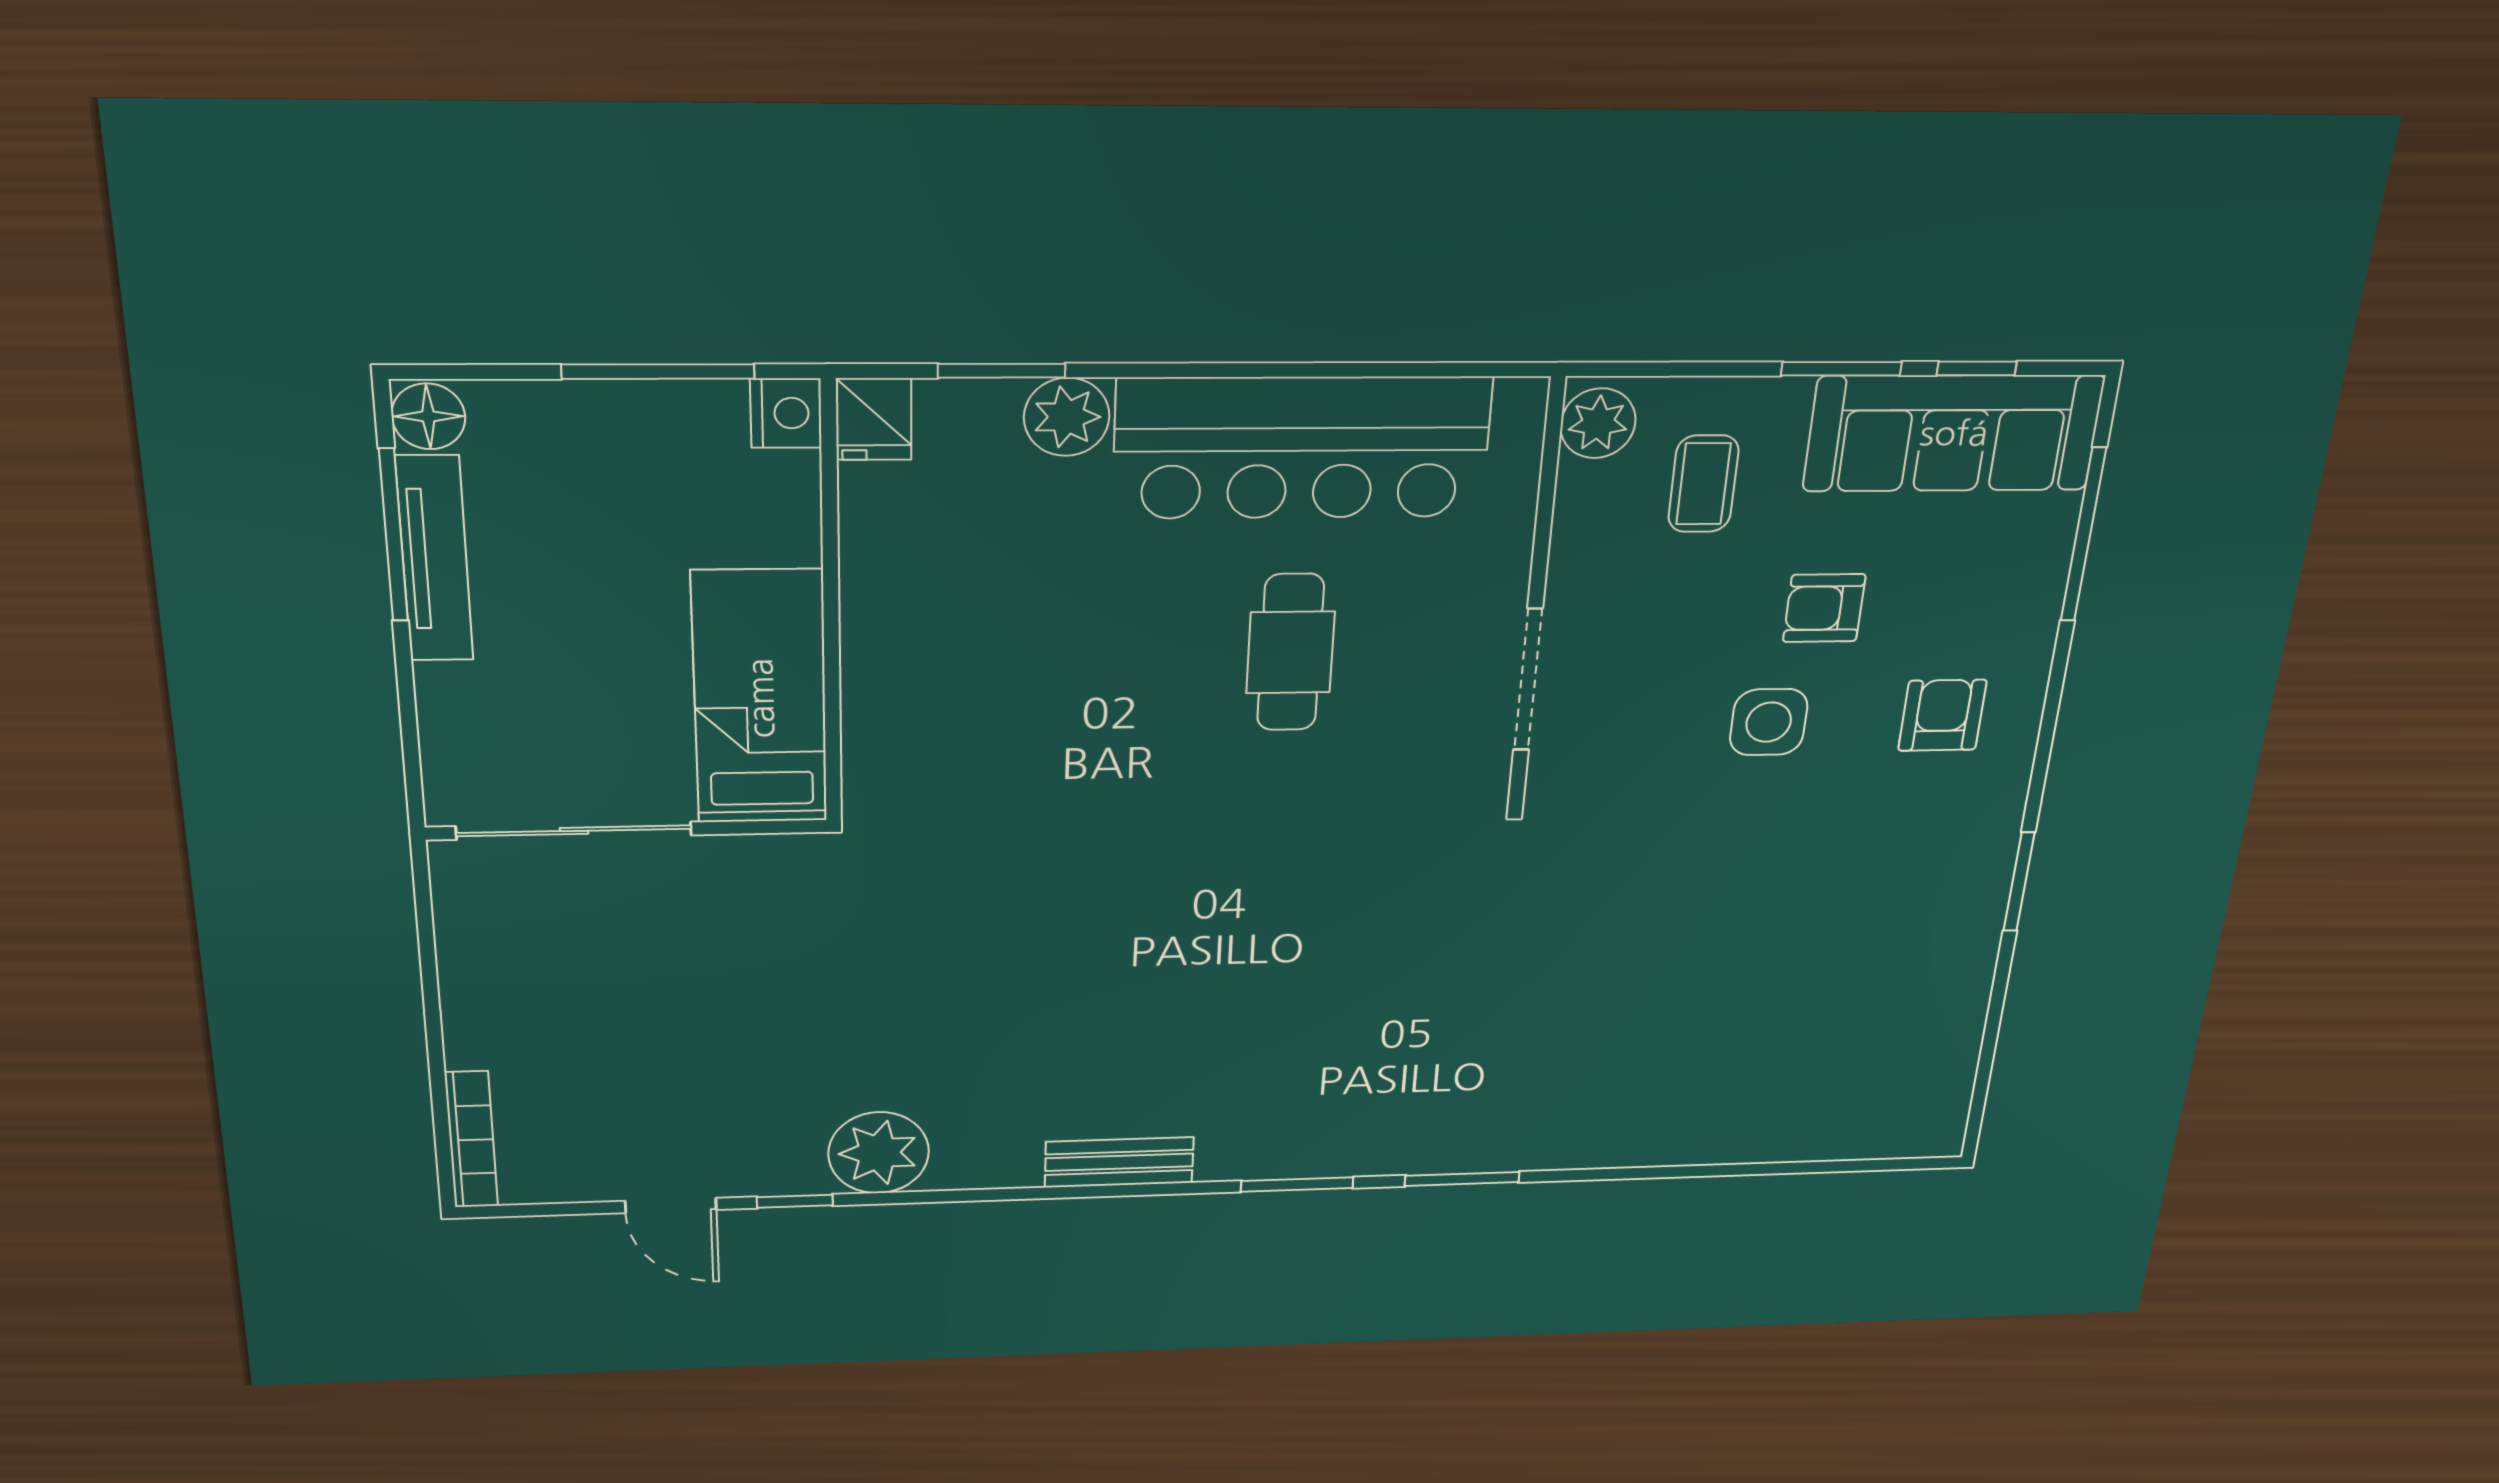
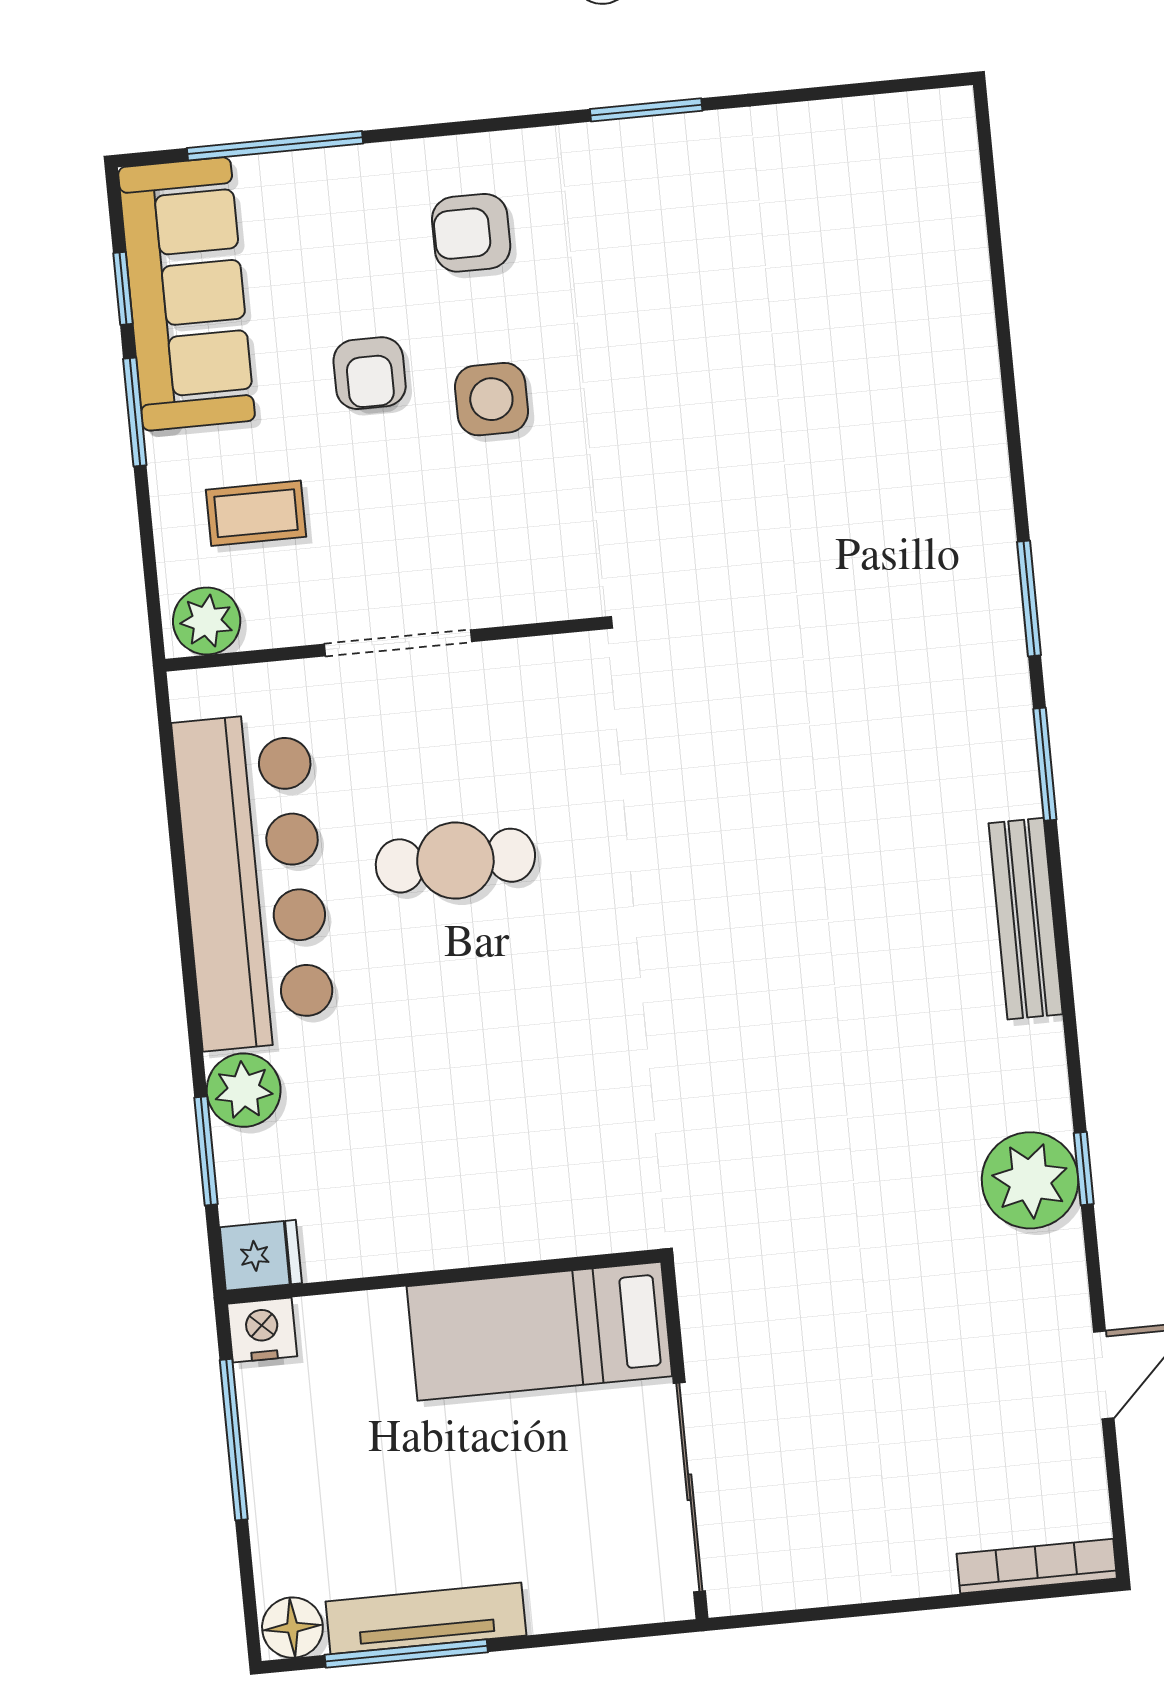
doorway: (1528, 680) -> (398, 643), moved
bench: (1119, 1162) -> (1026, 919), width x1.36
window: (795, 1201) -> (1084, 1168), moved

